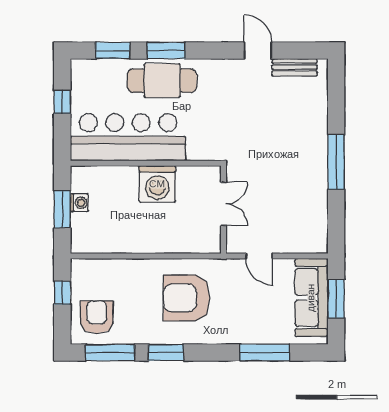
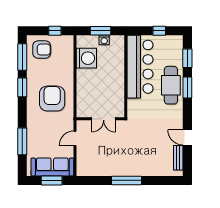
door: (258, 51) -> (187, 138), swing flipped
washing machine: (157, 184) -> (86, 58), moved, turned 180

